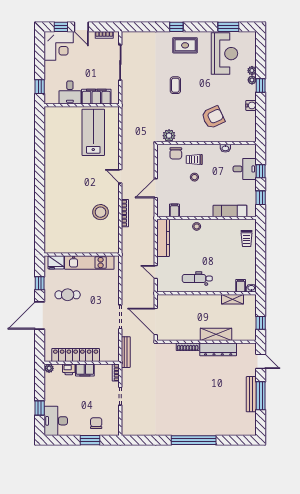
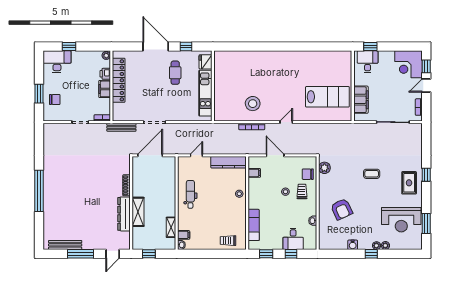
desk: (70, 93) -> (368, 62), moved, turned 90
bench: (251, 394) -> (65, 245), moved

